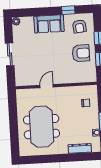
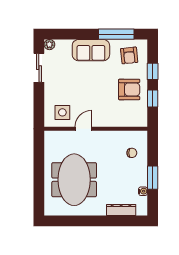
window: (68, 10) -> (116, 34), width x2.17
sliding door: (10, 54) -> (39, 68), moved
side table: (29, 74) -> (62, 112), added

